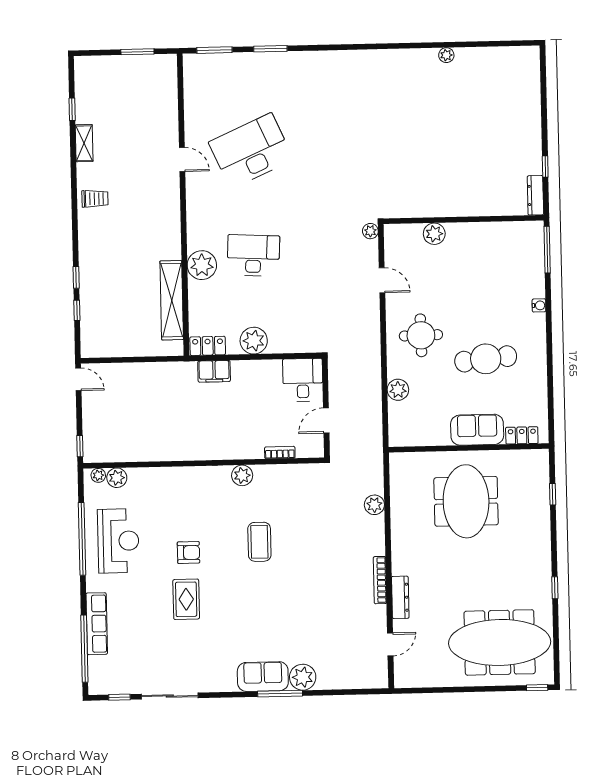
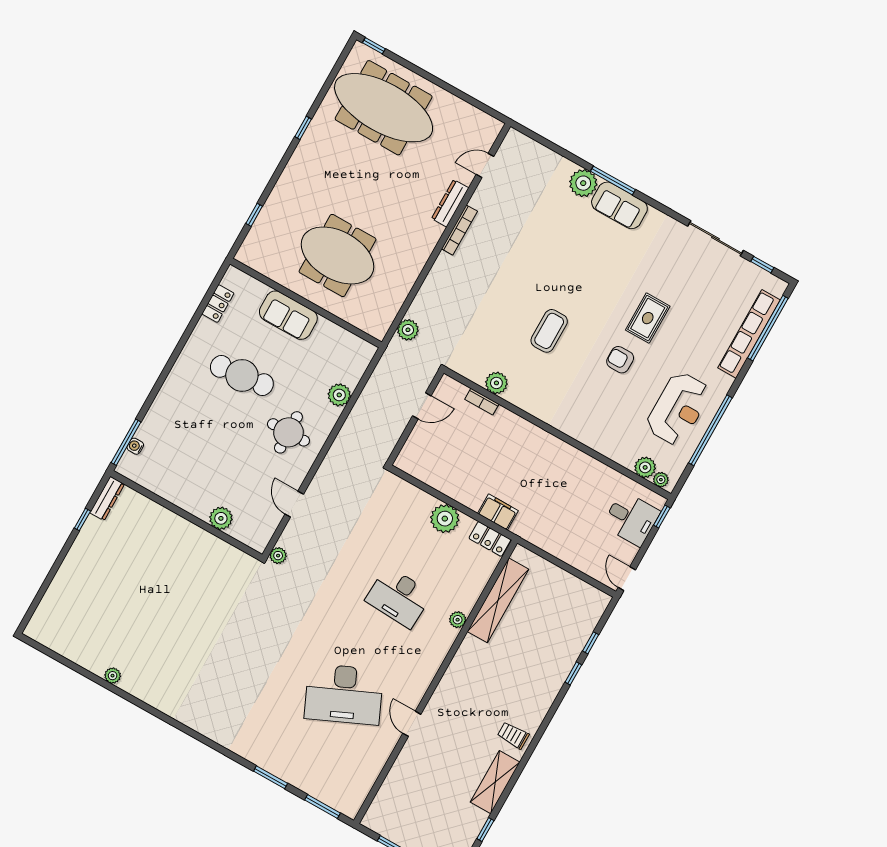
shelving: (84, 143) -> (495, 782), width x1.50, depth x1.33
plant: (202, 265) -> (458, 620), width x0.53, depth x0.53
water cooler: (539, 305) -> (135, 446), moved
desk: (303, 380) -> (631, 519), moved, turned -90
locker: (522, 435) -> (218, 304), moved, turned -90
plant: (242, 475) -> (496, 383), moved
meeting table: (466, 501) -> (338, 255), turned 90
plant: (374, 505) -> (408, 330), moved
reception desk: (118, 541) -> (678, 409), turned 180
row of seats: (97, 624) -> (749, 334), width x1.36

